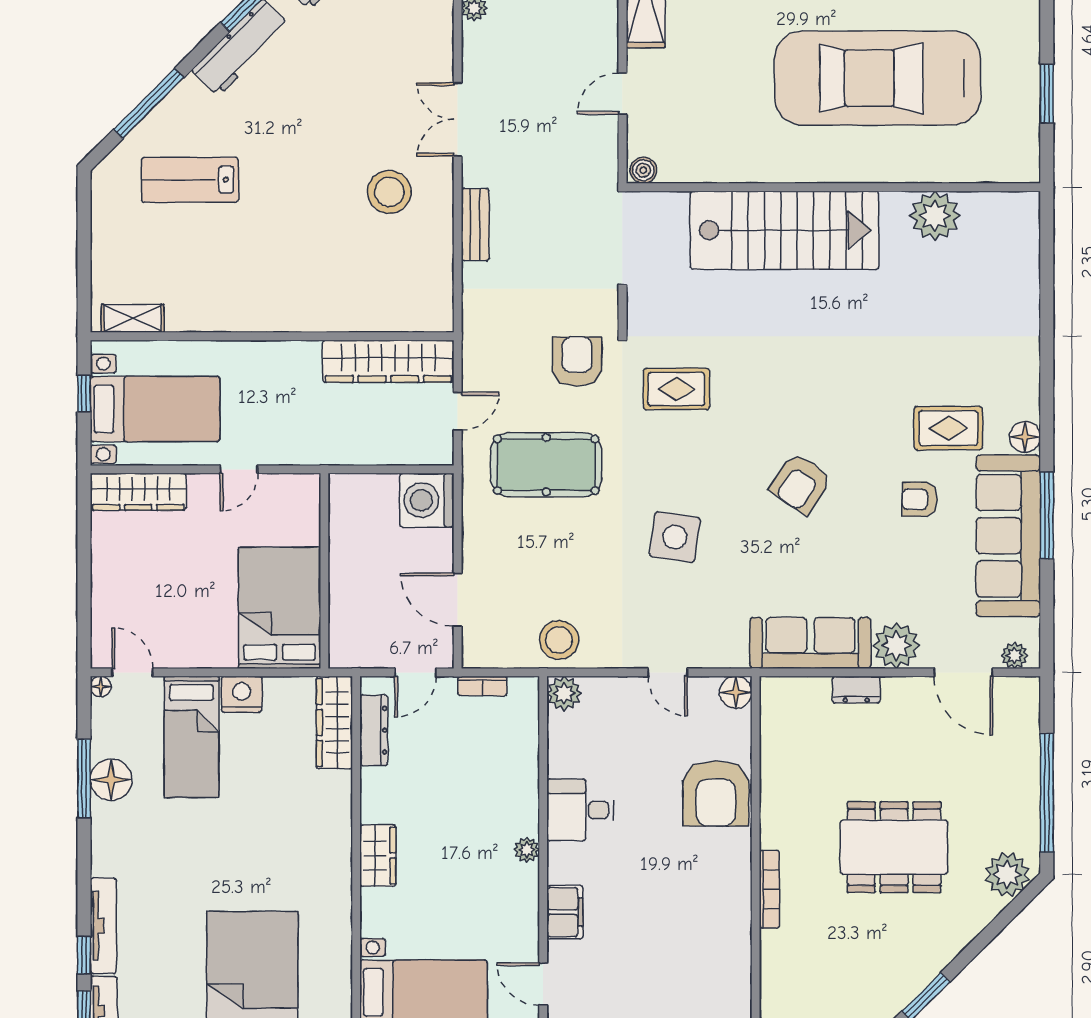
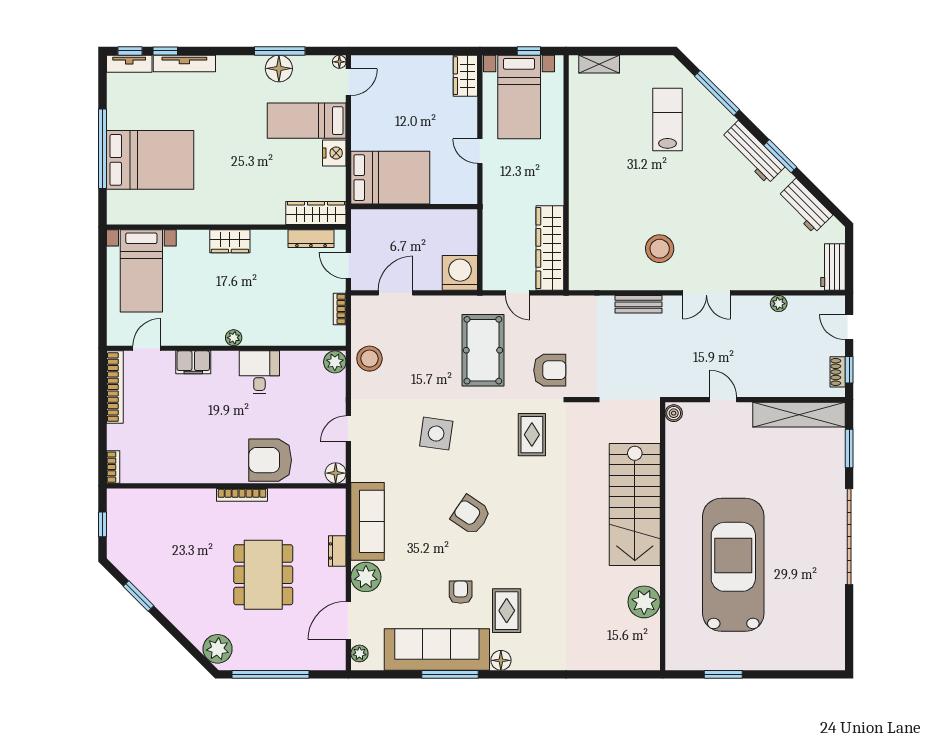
double door: (458, 119) -> (706, 293), swing flipped
shelving: (133, 318) -> (599, 64), moved, turned 90
wardrobe: (138, 492) -> (465, 76), width x0.67
dining table: (894, 847) -> (263, 575), moved
bookcase: (769, 889) -> (242, 495), moved

